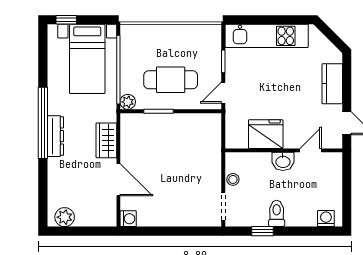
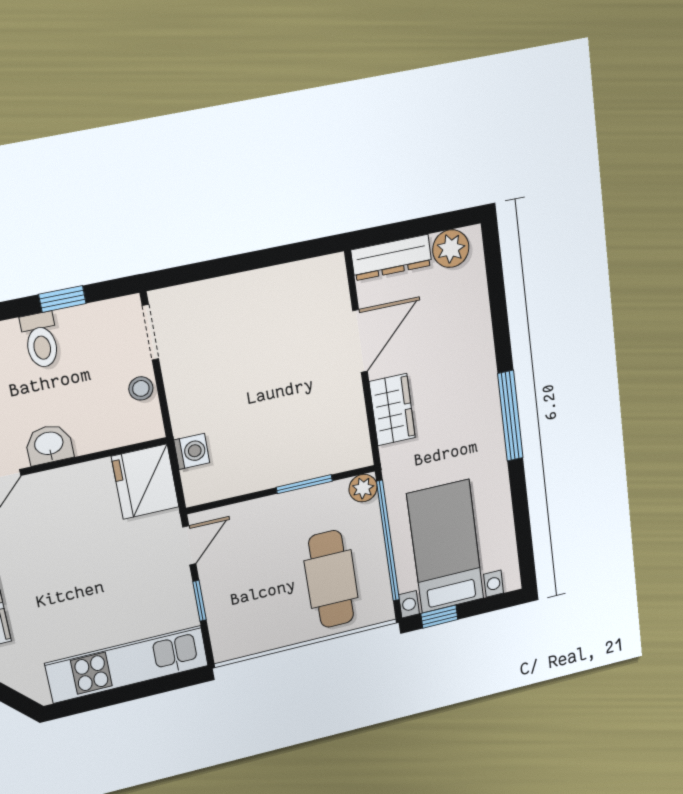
window: (66, 20) -> (439, 617), moved
cafe table: (171, 80) -> (331, 579), moved, turned 90
window: (43, 123) -> (510, 416), width x0.68
fridge: (266, 134) -> (145, 482), moved, turned 90
dresser: (55, 136) -> (392, 258), moved, turned -90
door: (118, 180) -> (360, 341), swing flipped
washing machine: (128, 219) -> (192, 451), moved, turned 180

